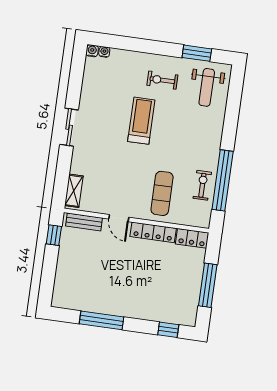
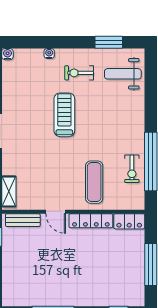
water cooler: (104, 52) -> (49, 54), moved
weight bench: (207, 87) -> (123, 74), turned 90
exercise bike: (202, 185) -> (132, 169), turned 180

